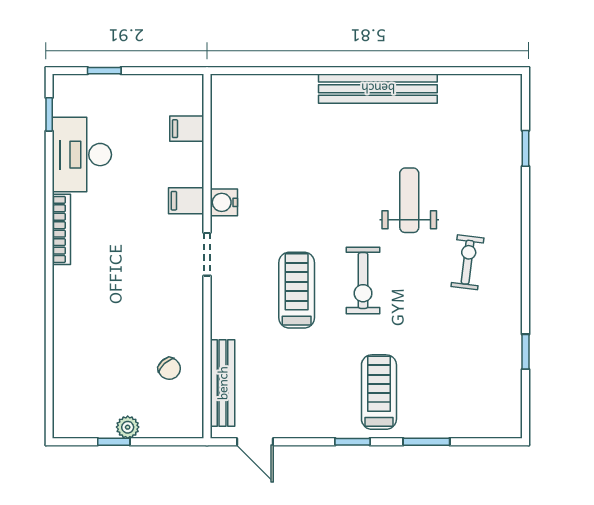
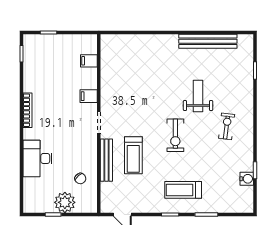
bench: (378, 89) -> (208, 41), moved
desk: (82, 155) -> (37, 158), moved
water cooler: (224, 202) -> (247, 179), moved, turned 180
treadmill: (297, 290) -> (133, 155), moved, turned 180
bench: (222, 383) -> (106, 160), moved
treadmill: (379, 392) -> (183, 190), turned -90
plant: (128, 427) -> (65, 202), width x1.87, depth x1.87

